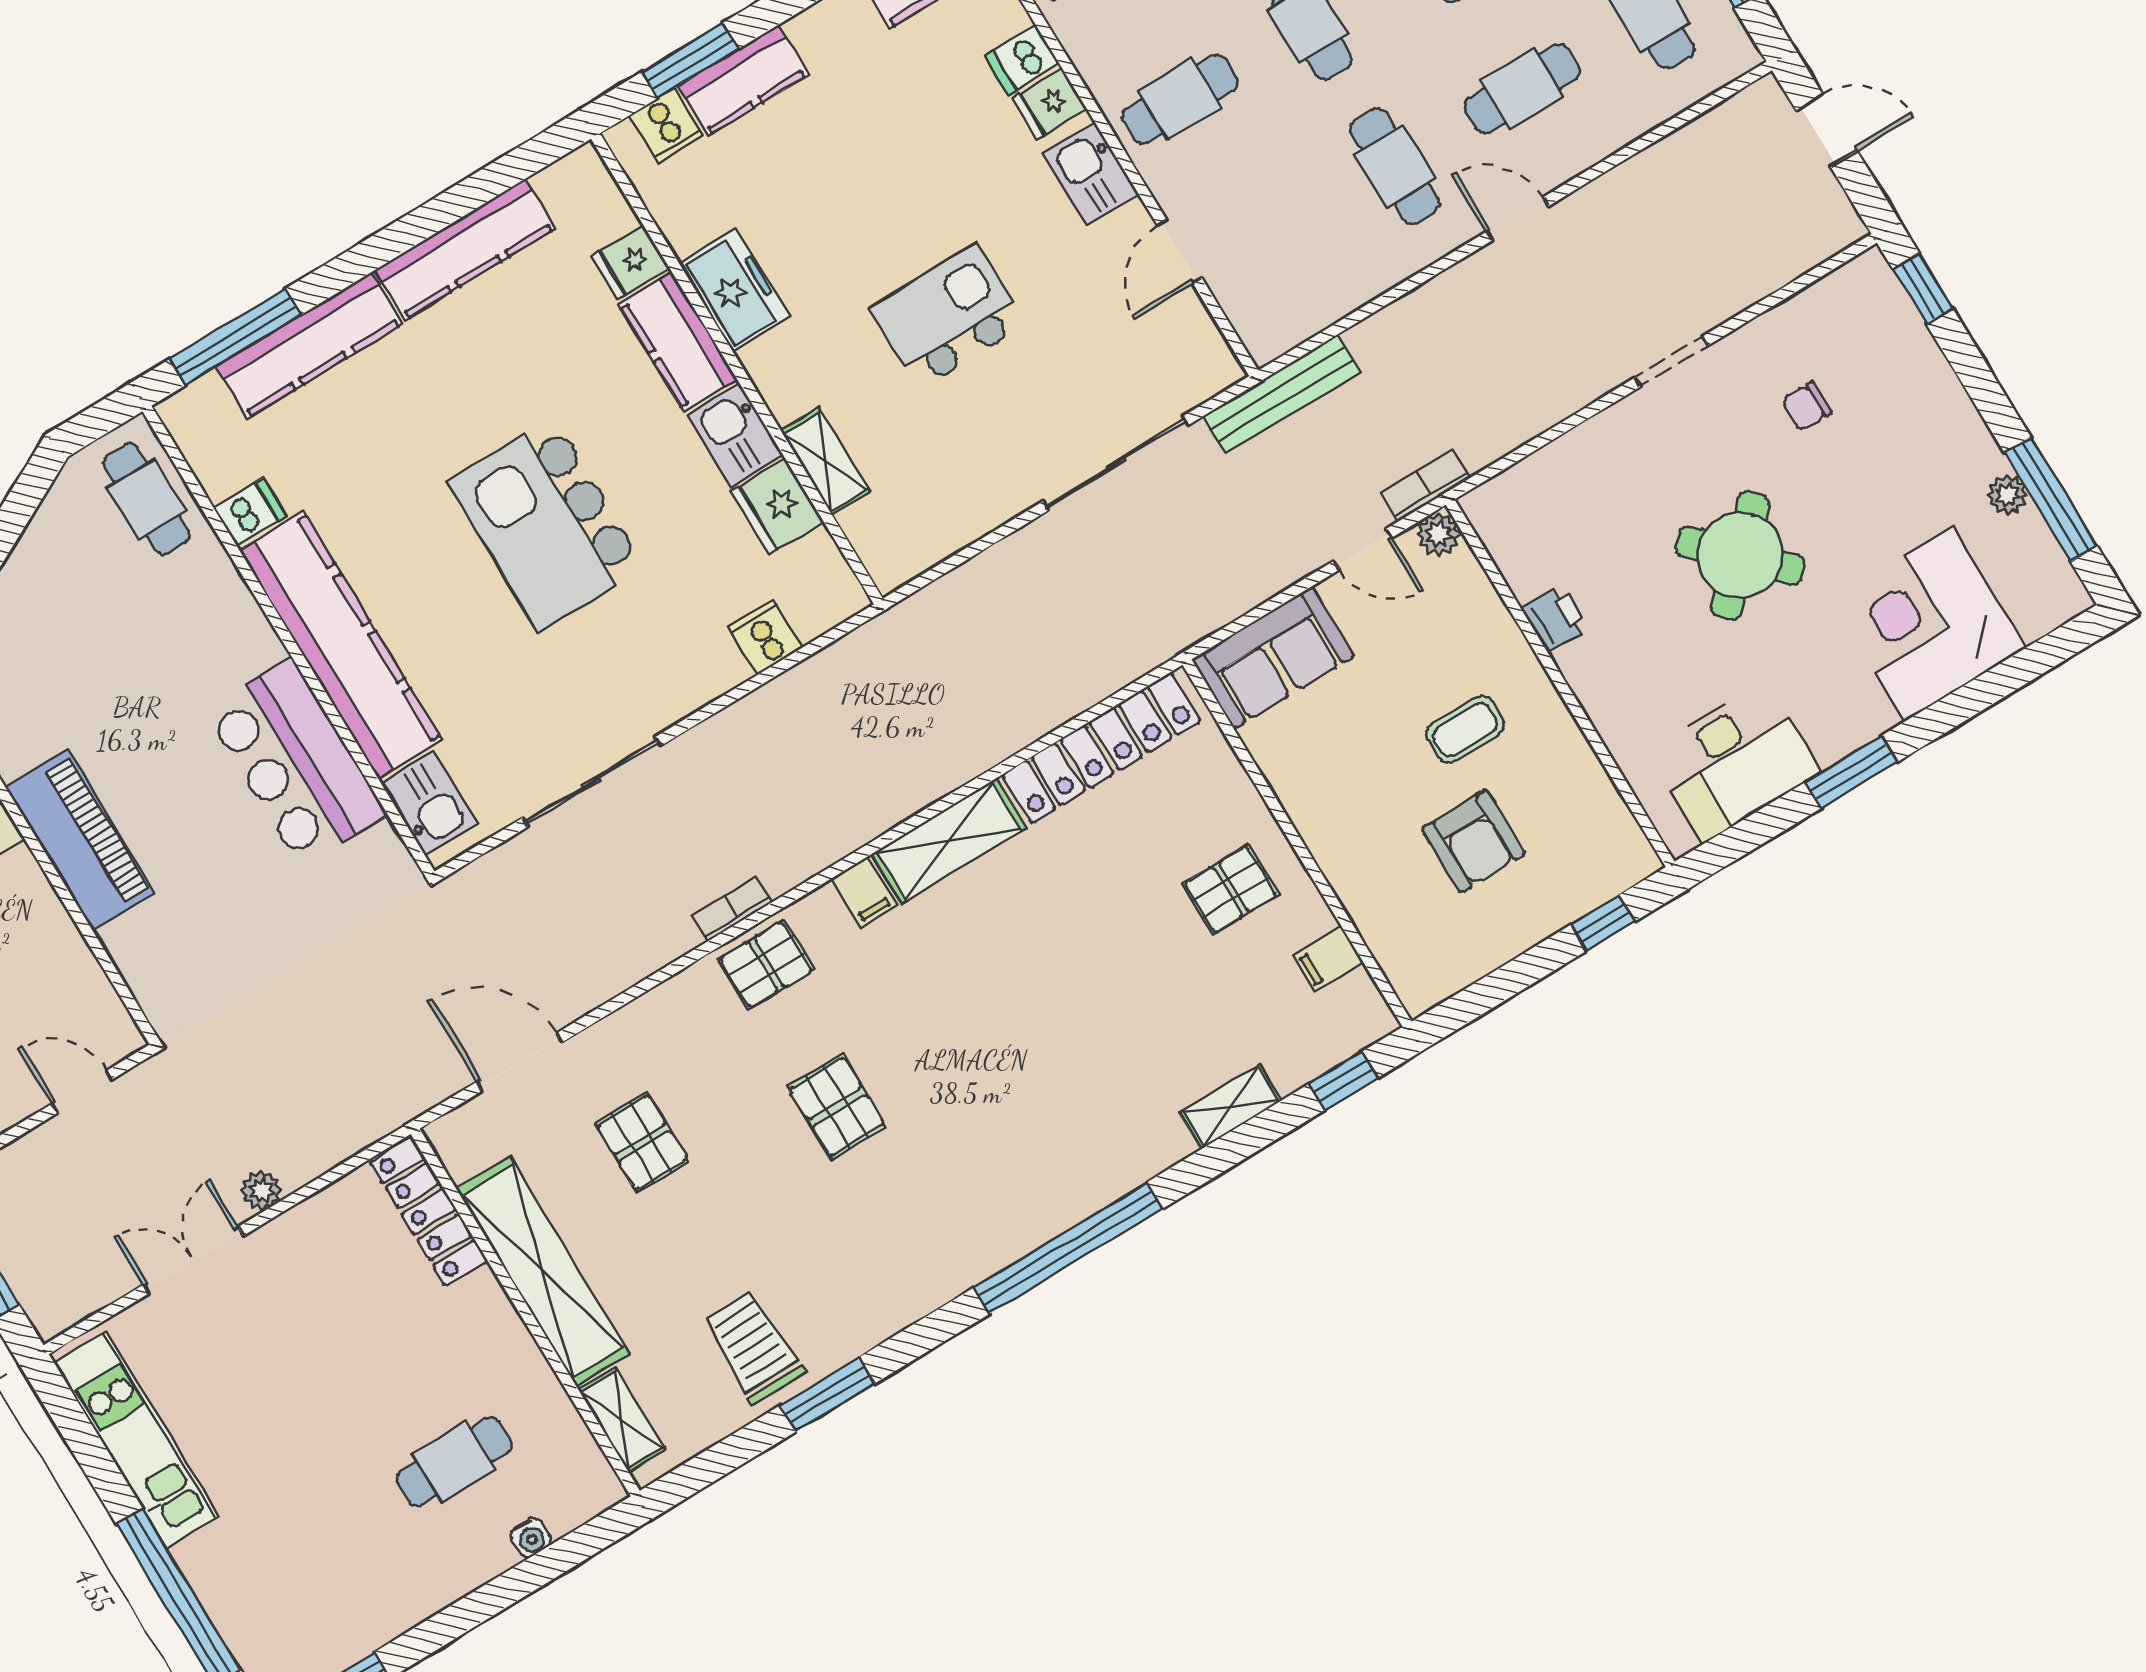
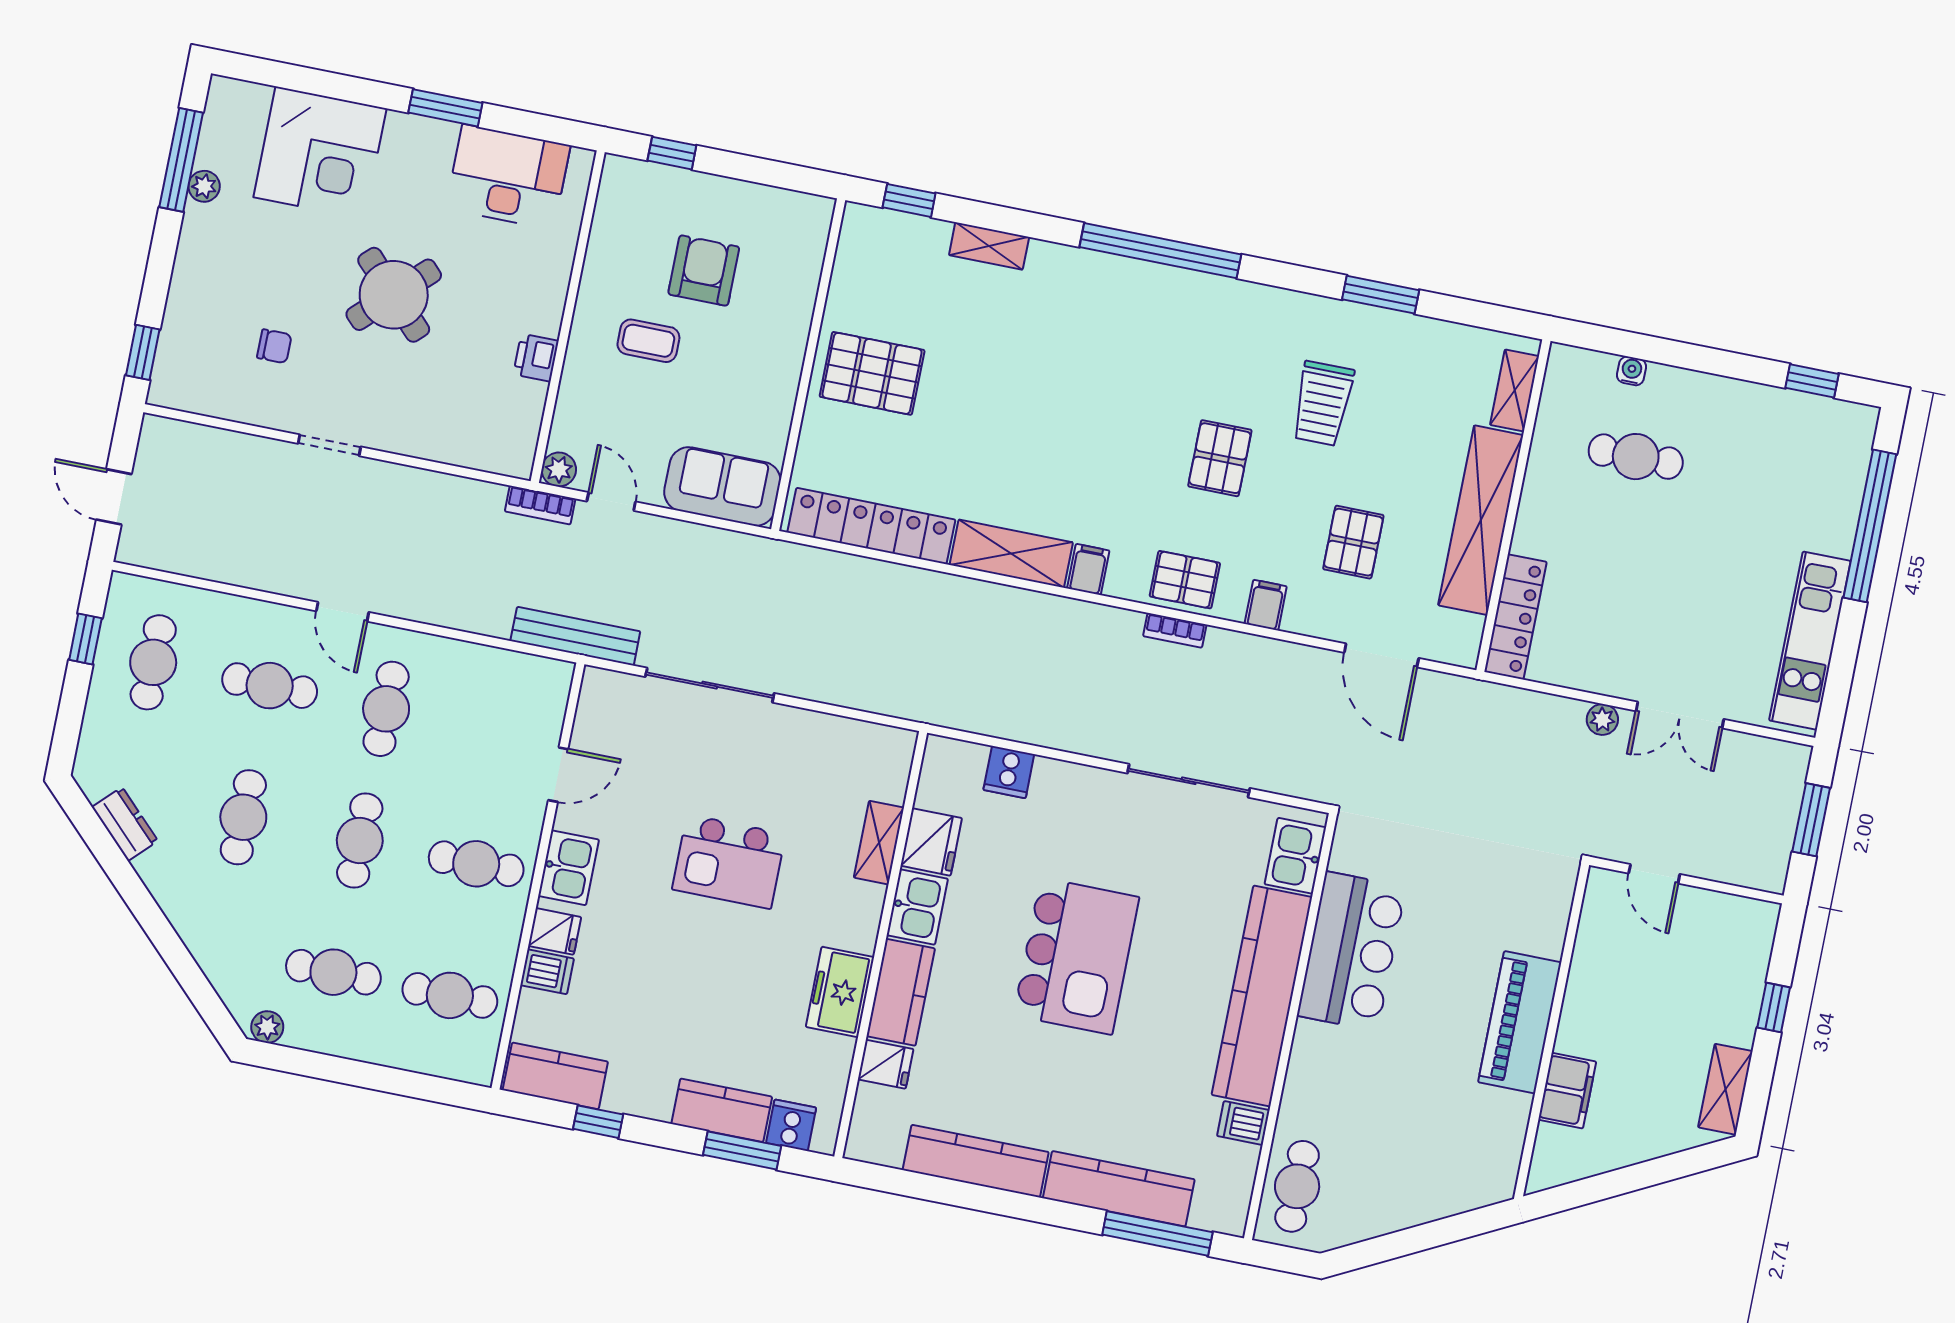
pallet: (1231, 889) -> (872, 373), width x1.50, depth x1.42
filing cabinet: (1328, 959) -> (1266, 605), moved, turned -90
trolley: (753, 1347) -> (1323, 403), moved

